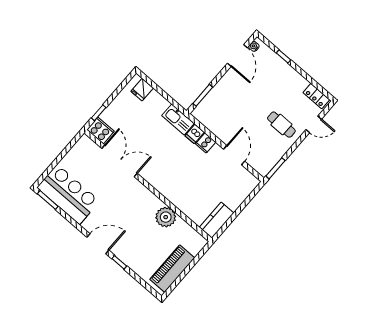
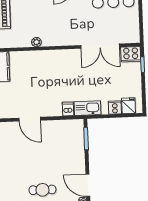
cafe table: (281, 125) -> (42, 190), moved
cooker: (206, 143) -> (115, 107), moved
plant: (166, 217) -> (36, 42), width x0.53, depth x0.53

